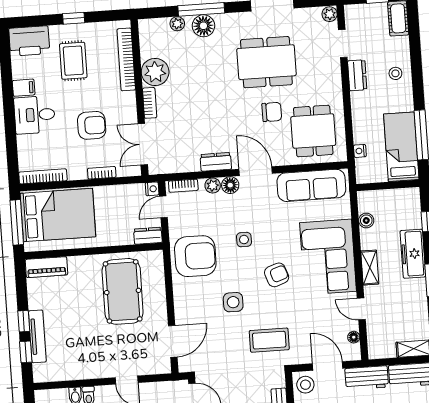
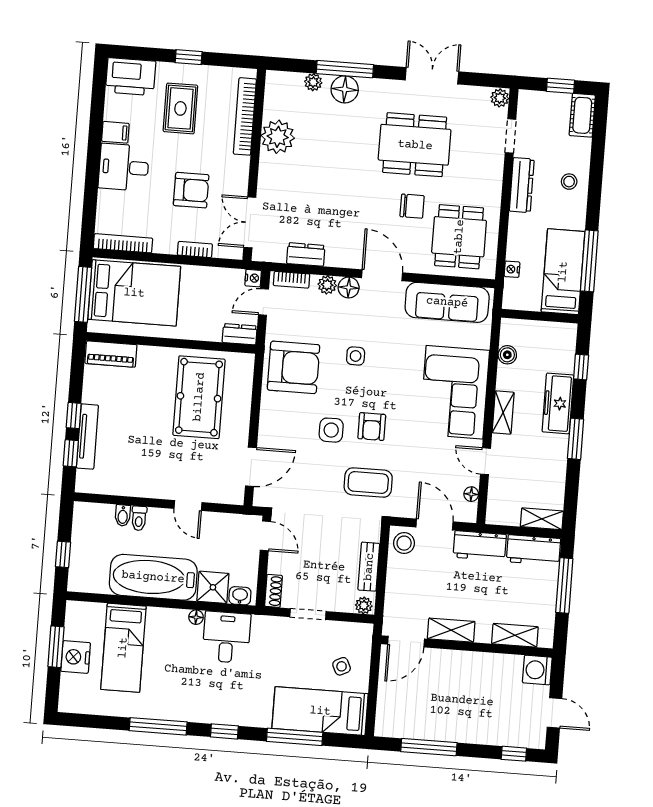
dresser: (357, 75) -> (522, 185), width x1.44
bookcase: (150, 103) -> (266, 173), removed
dresser: (216, 162) -> (306, 254), moved
armchair: (277, 275) -> (372, 427), moved, turned 109

